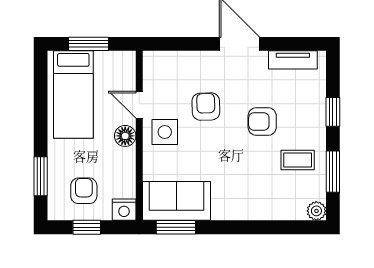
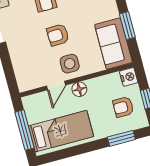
window: (89, 44) -> (25, 130), width x1.44
armchair: (206, 107) -> (58, 35), moved
window: (176, 227) -> (127, 26), moved

